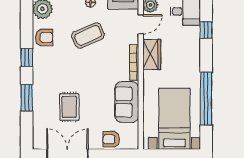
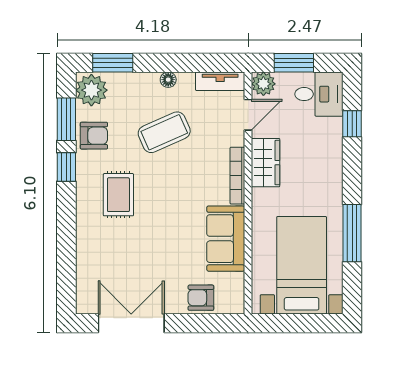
window: (27, 98) -> (66, 119), moved
window: (206, 99) -> (352, 233), width x0.68
rug: (69, 107) -> (118, 195), moved

